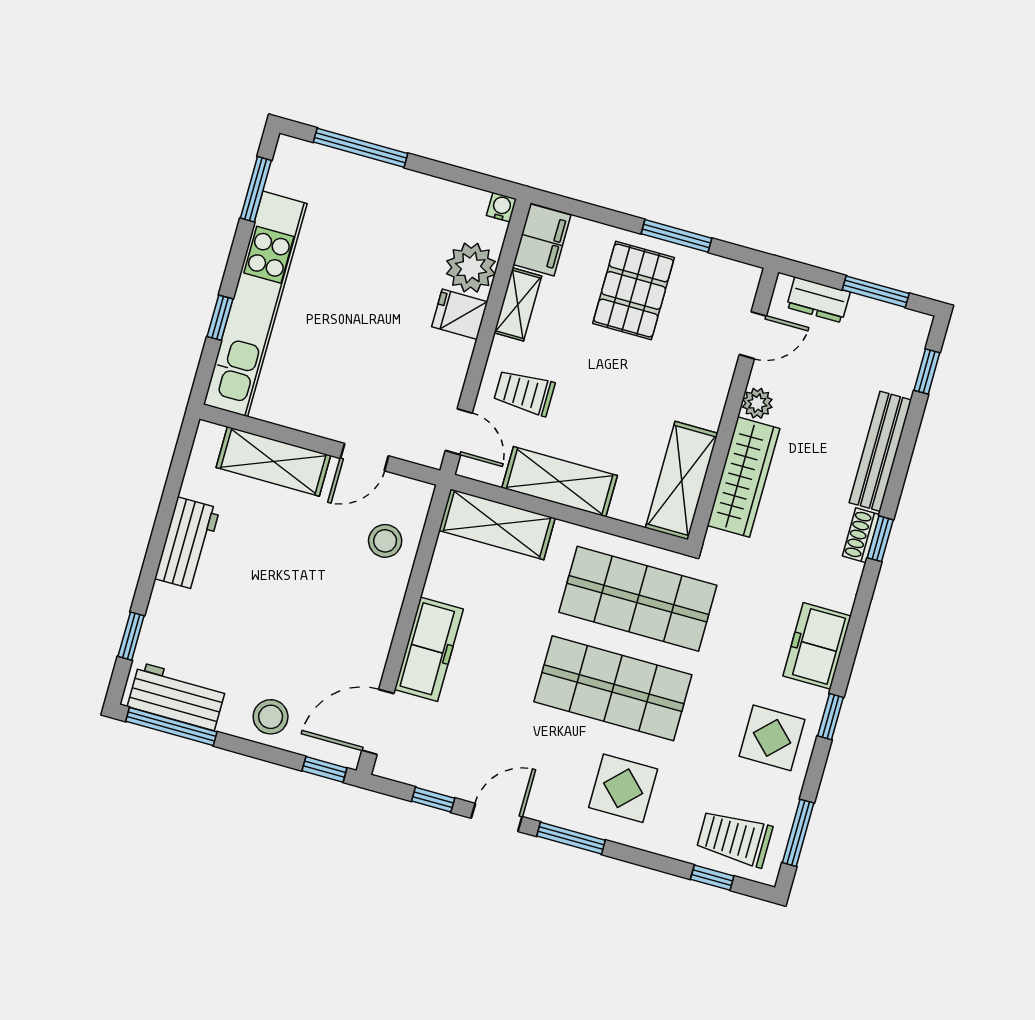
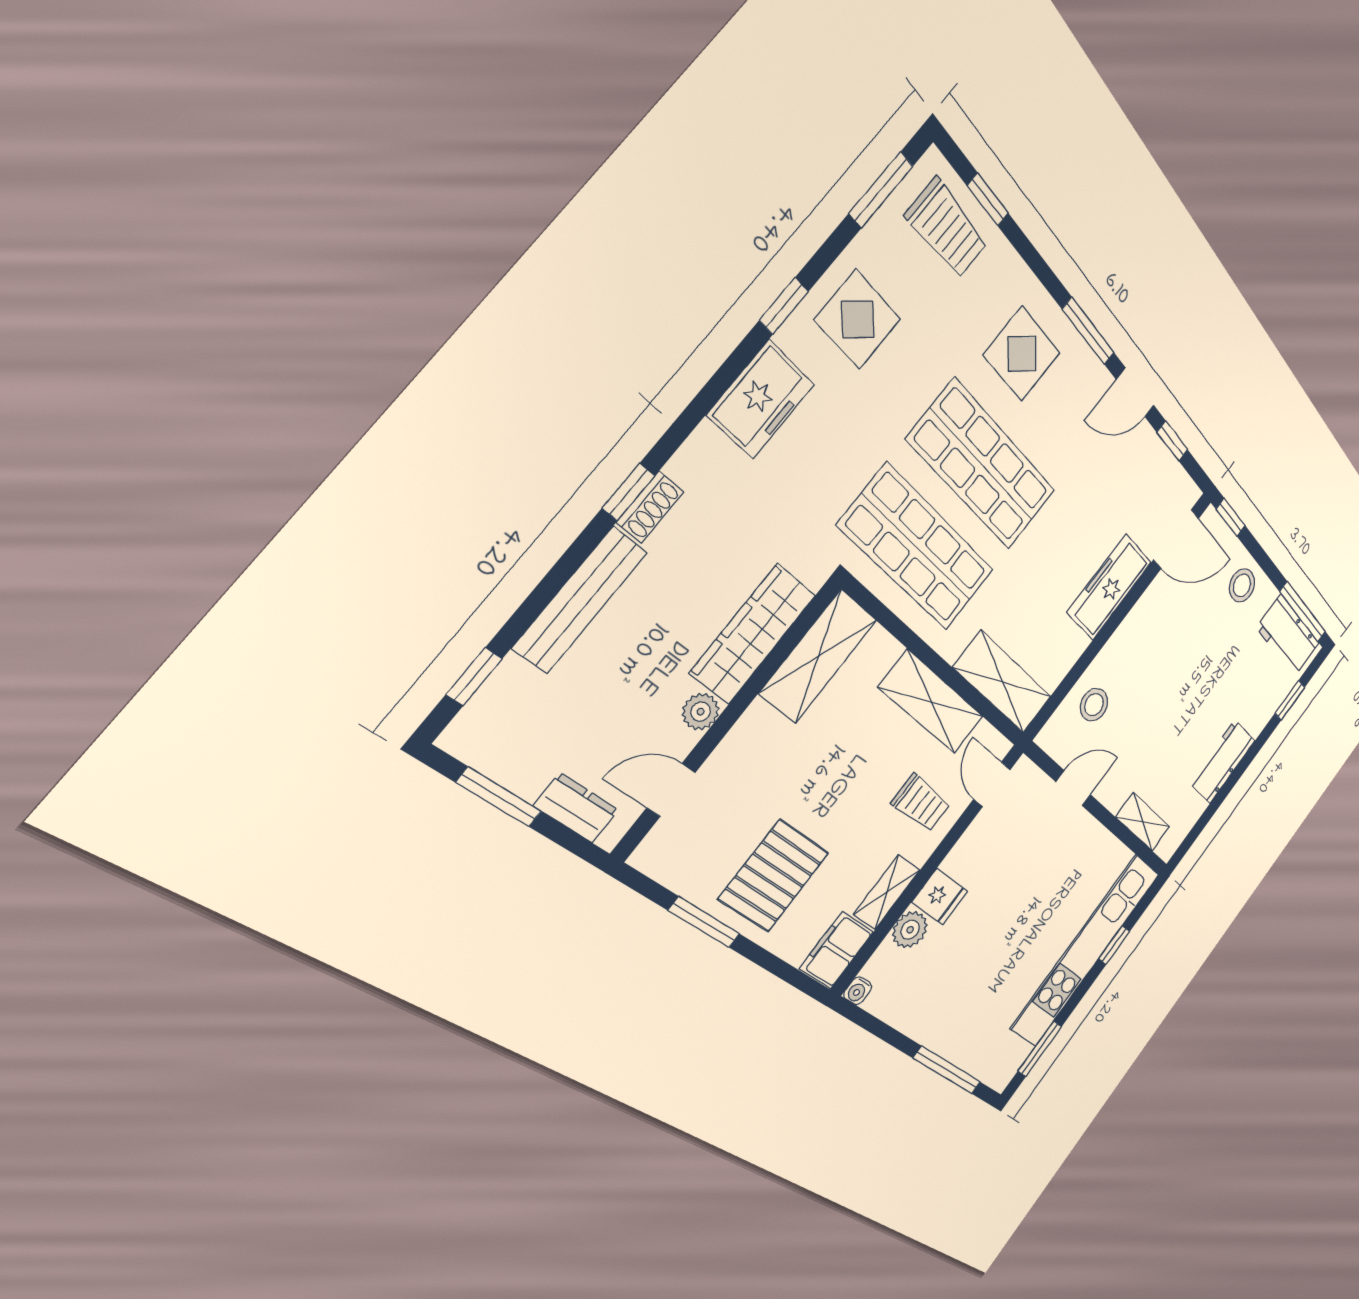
plant: (471, 268) -> (910, 930), width x0.73, depth x0.73
shelving: (273, 461) -> (1143, 822), width x0.67, depth x0.75

